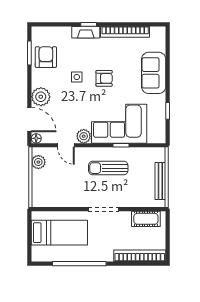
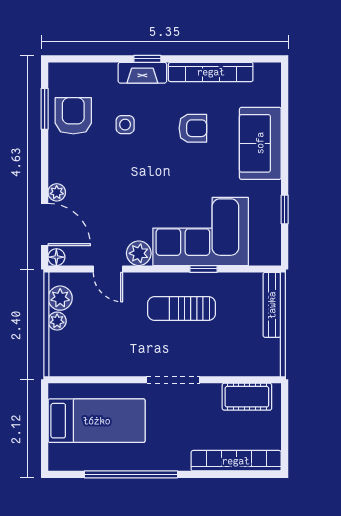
side table: (77, 77) -> (125, 125), moved
armchair: (104, 78) -> (193, 128), moved
plant: (41, 97) -> (57, 192), width x0.53, depth x0.53
plant: (37, 175) -> (57, 321), added
bench: (160, 181) -> (272, 305), moved

